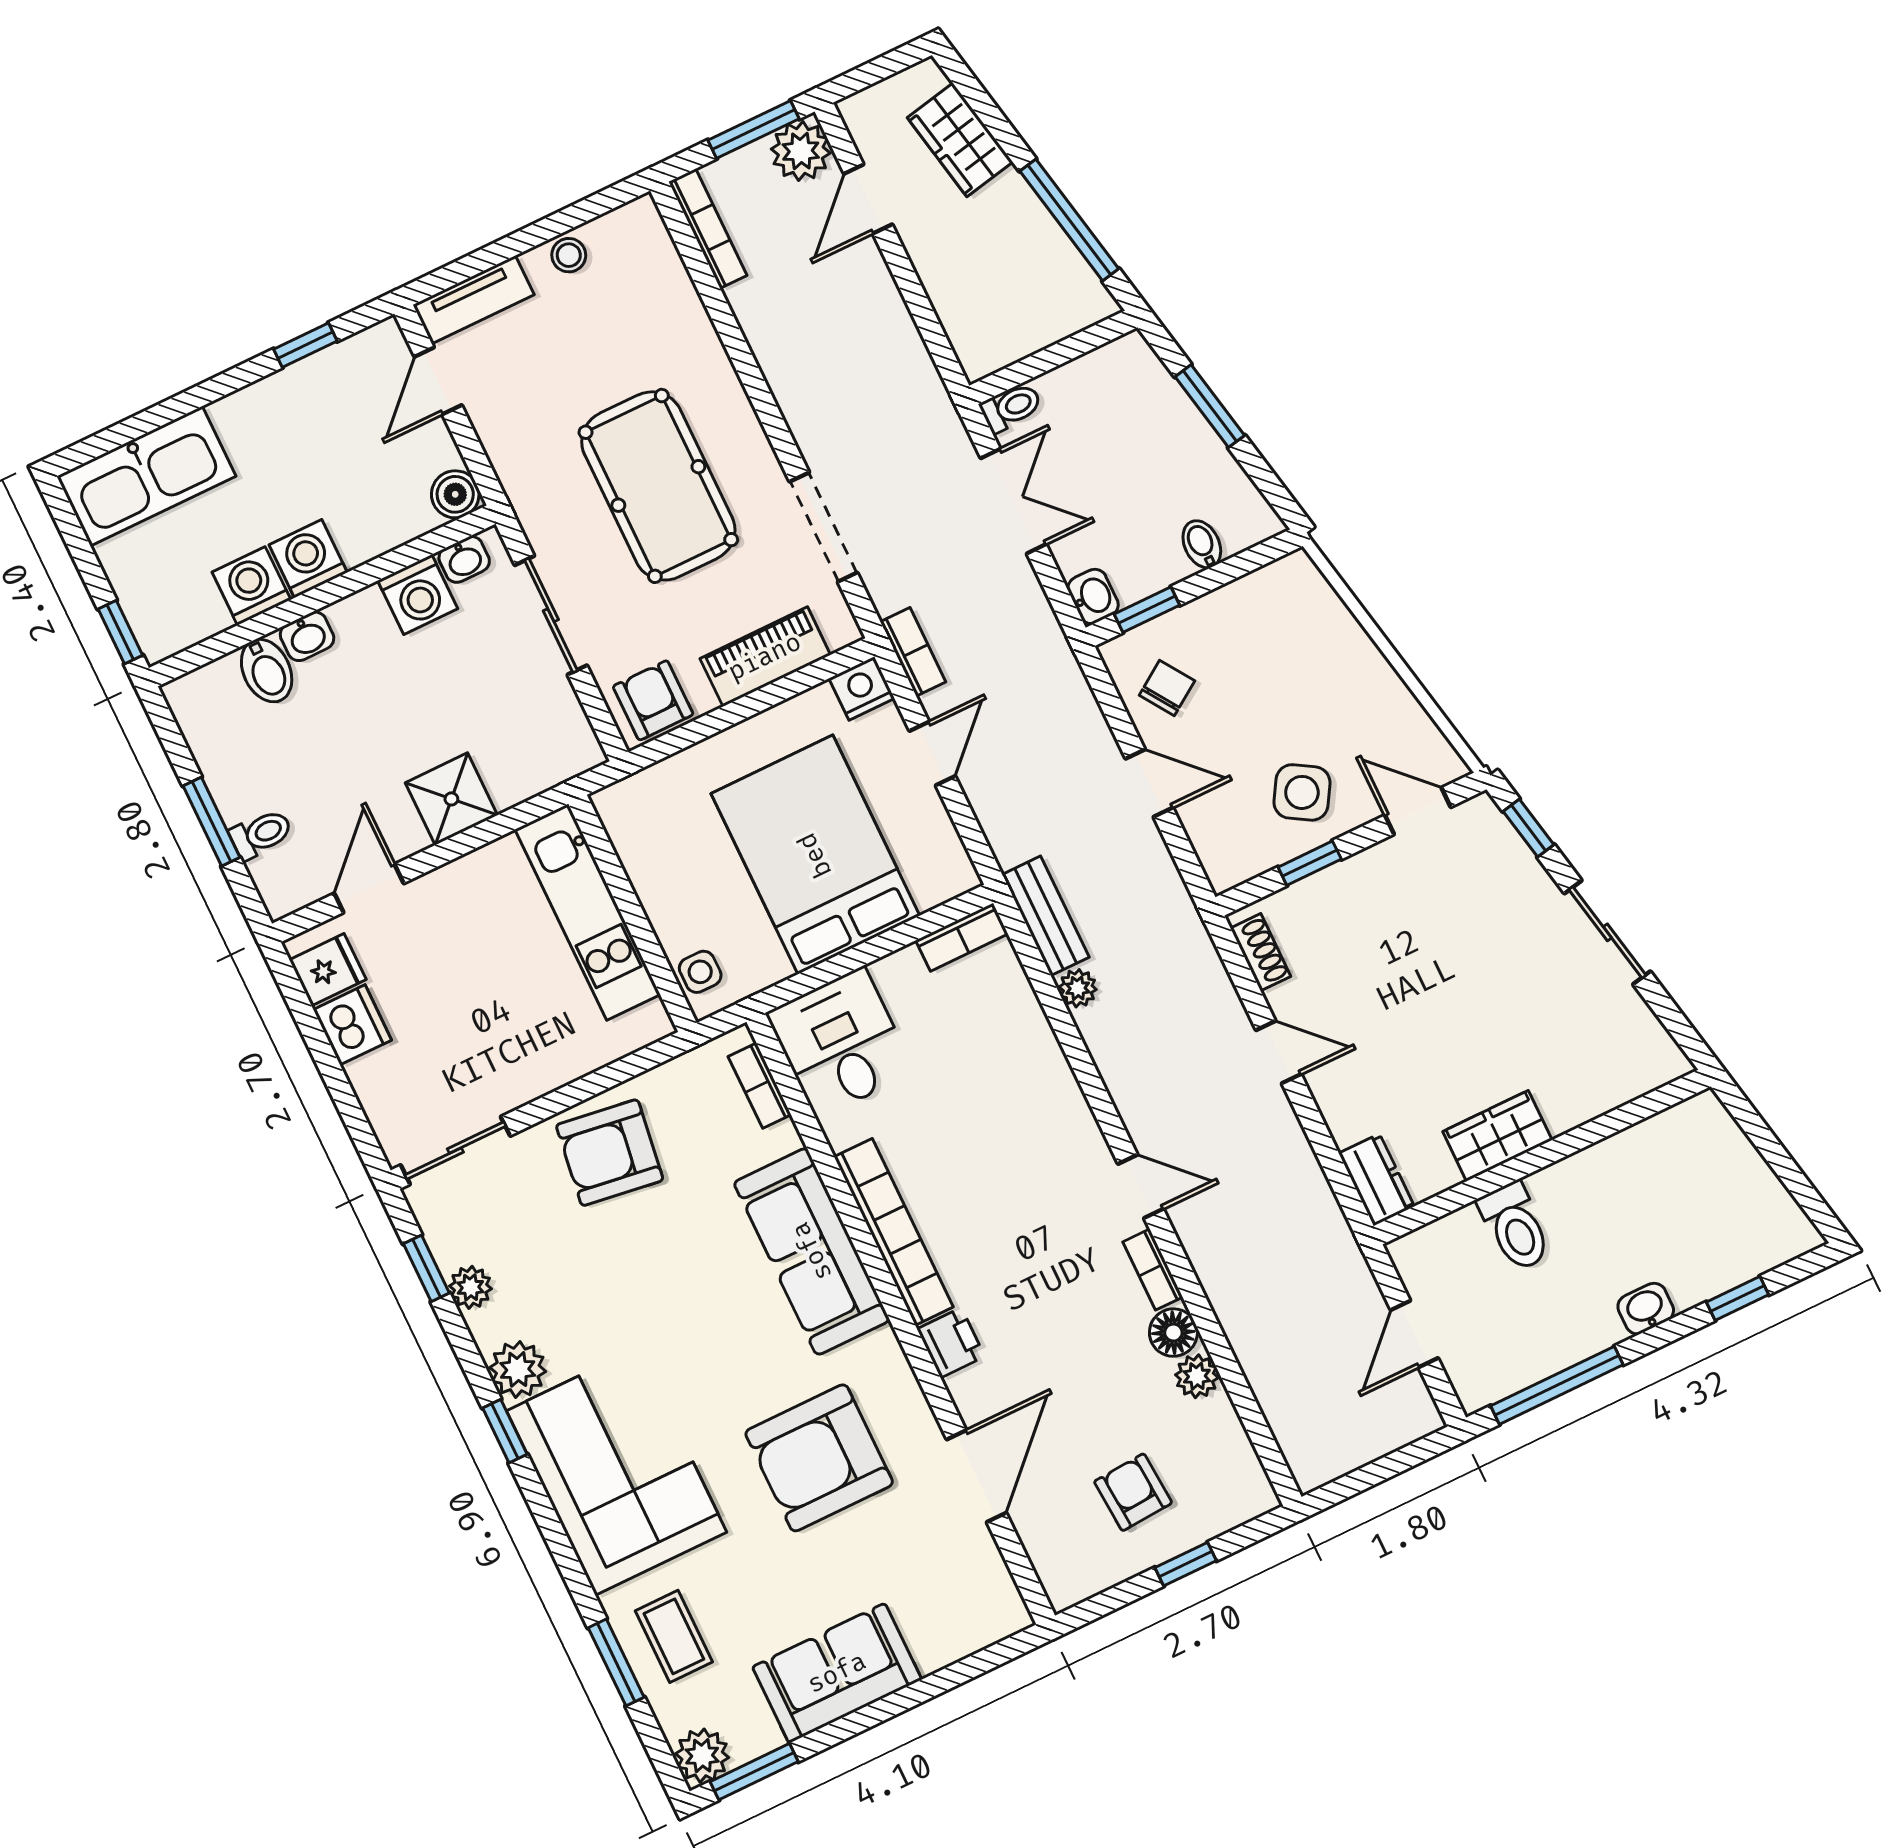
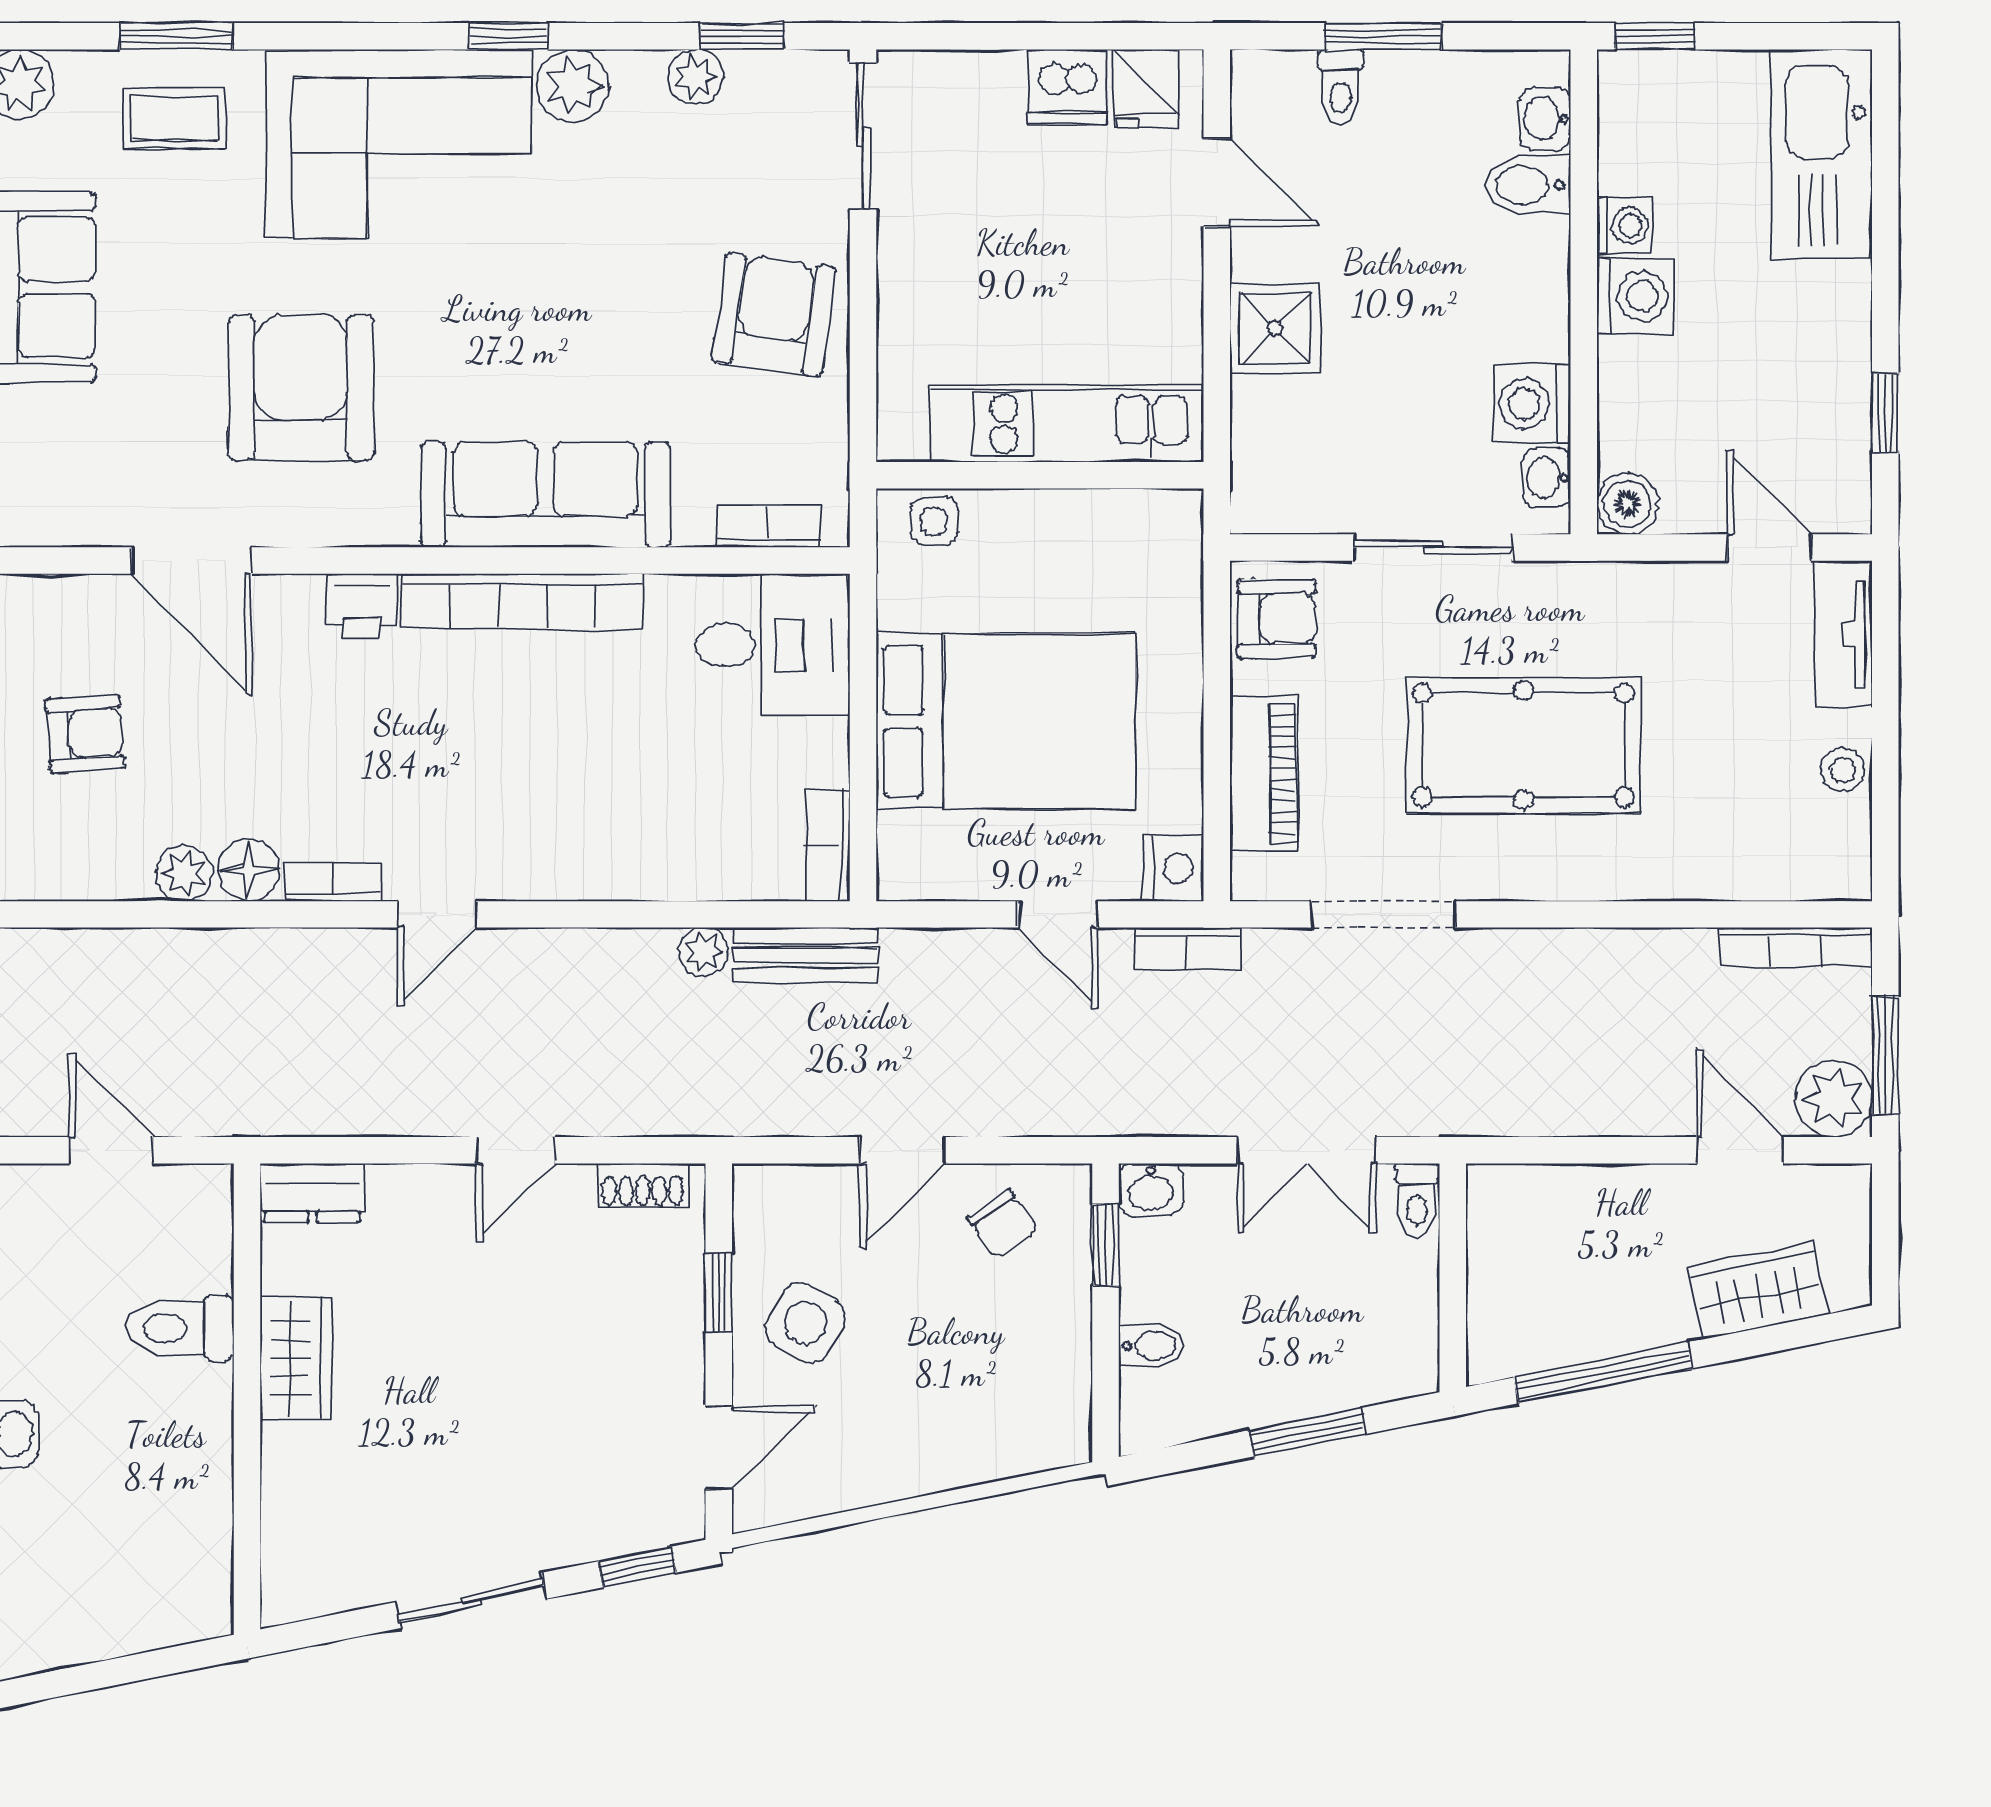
washing machine: (251, 586) -> (1625, 225), width x0.73, depth x0.73
washbasin: (307, 636) -> (1545, 119), moved

